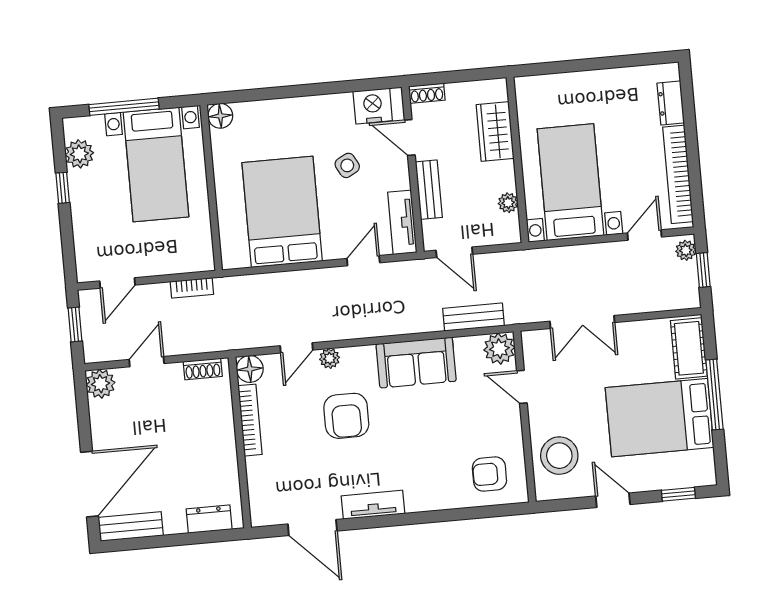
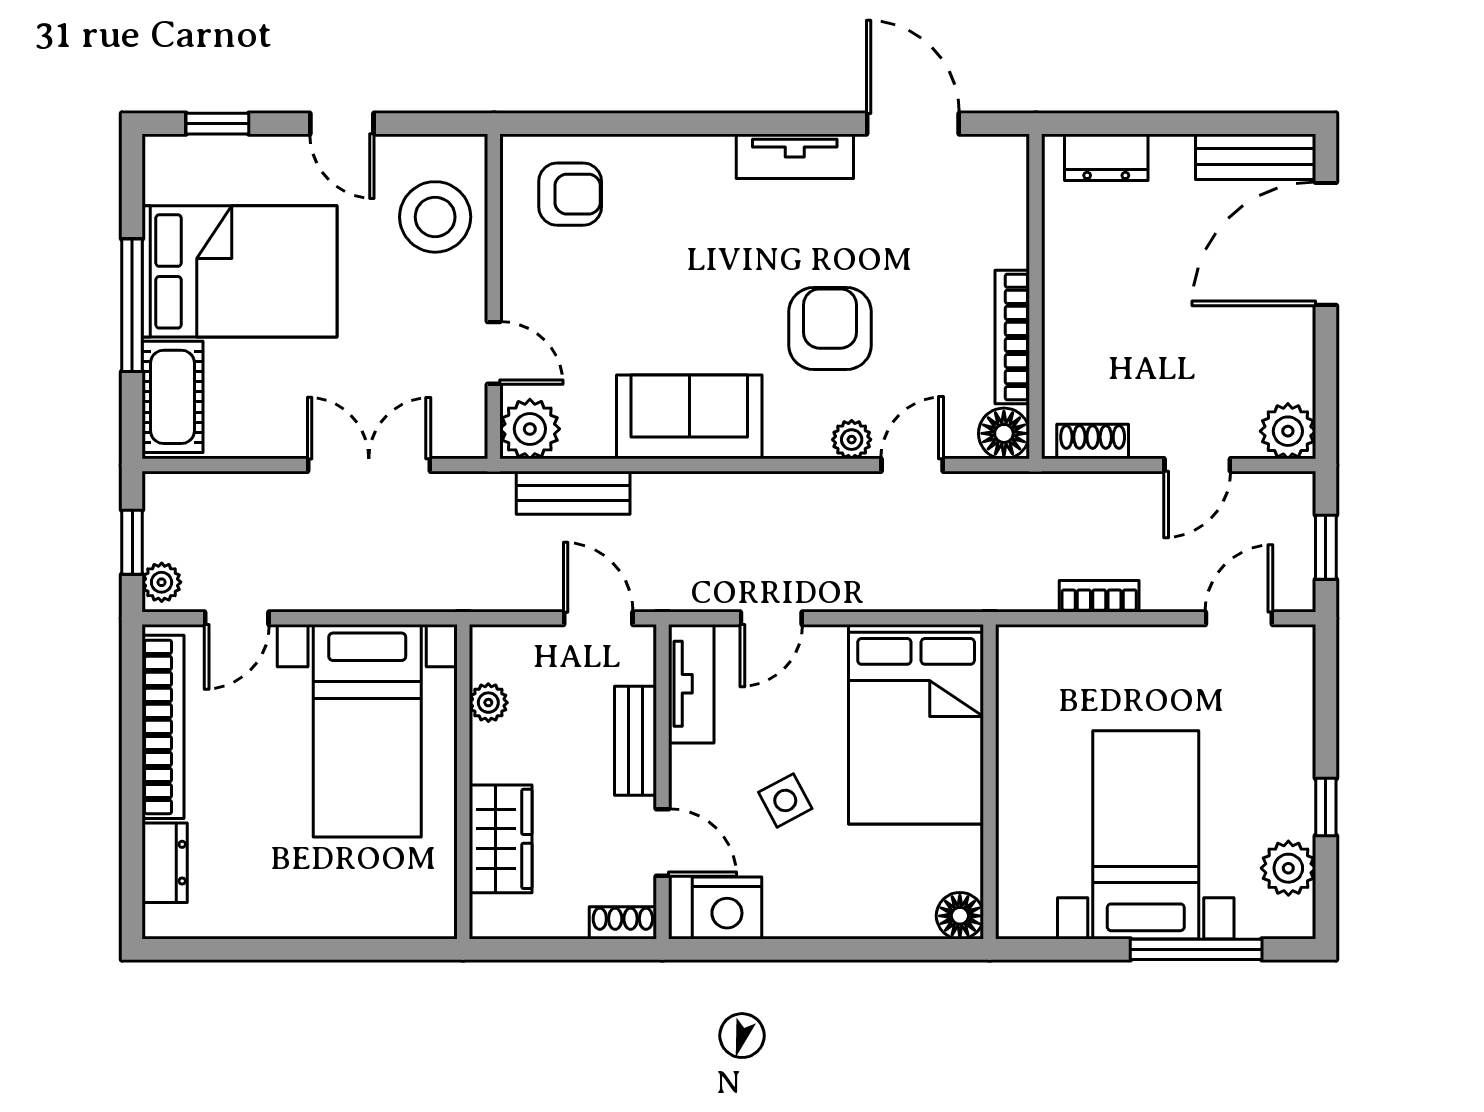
floor lamp: (220, 116) -> (960, 916), moved
wall: (211, 188) -> (990, 782), moved

